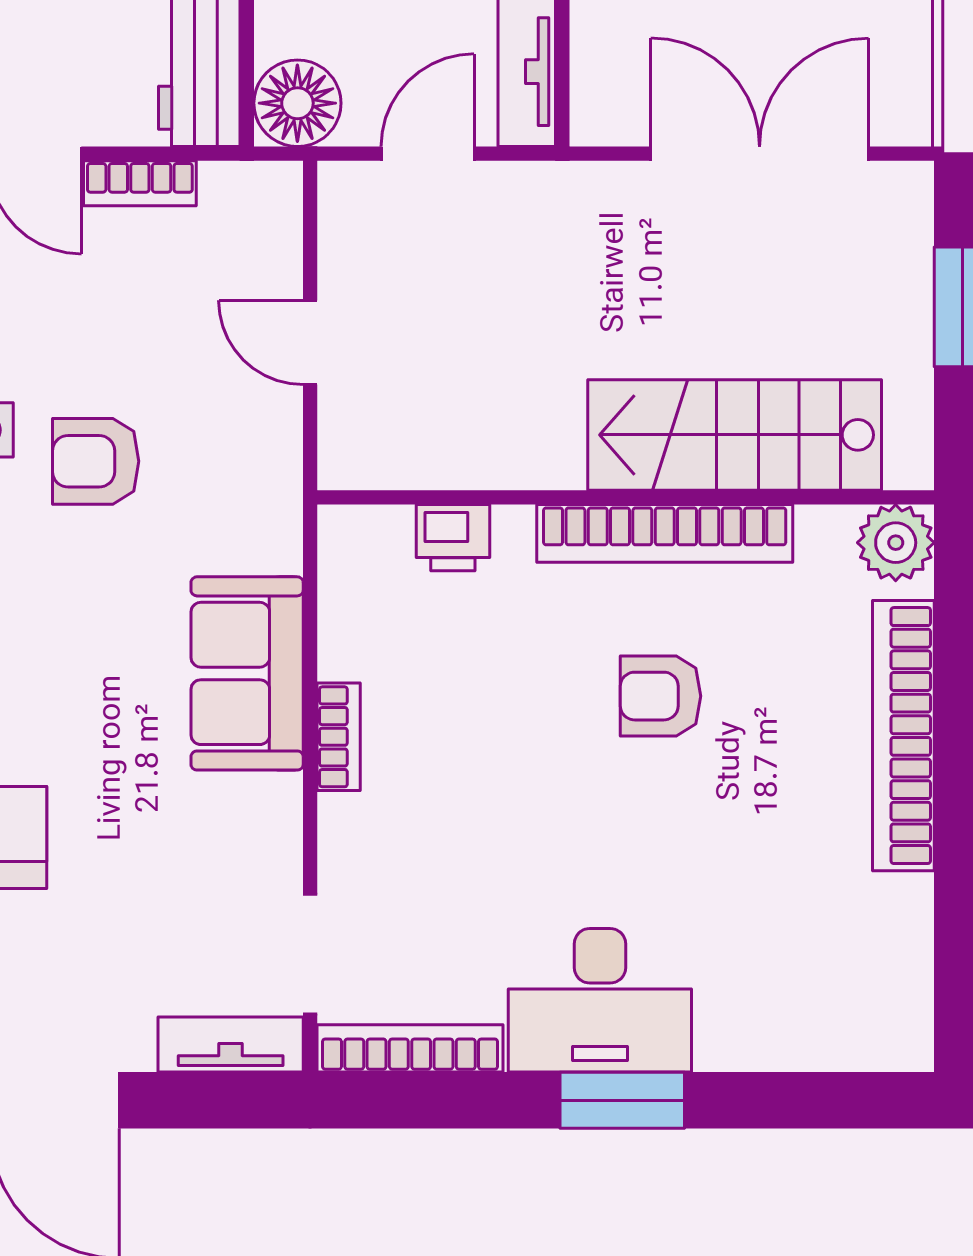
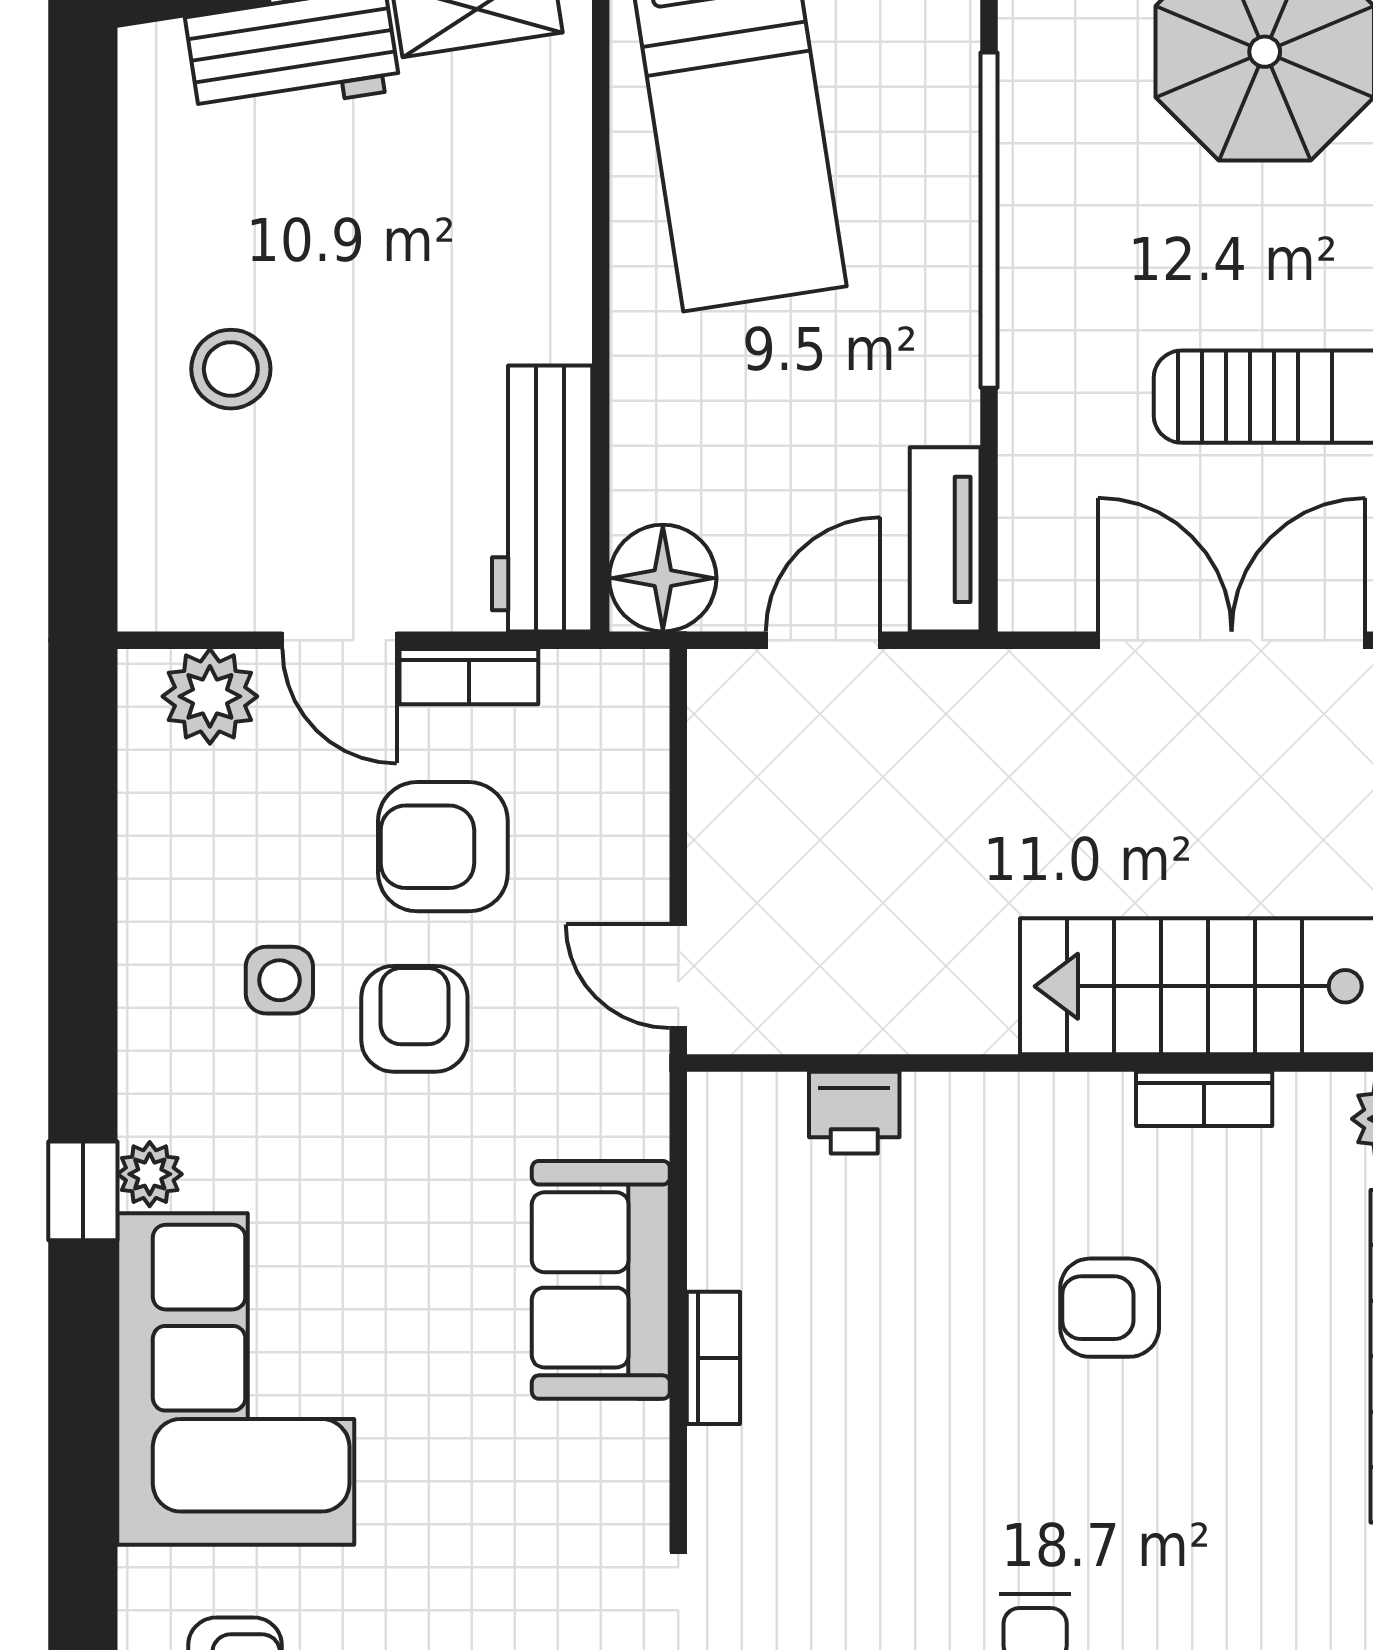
armchair: (119, 322) -> (443, 847), added
door: (310, 343) -> (678, 976), moved
armchair: (96, 461) -> (414, 1019), turned 90
bookcase: (665, 533) -> (1204, 1099), width x0.43, depth x0.76

